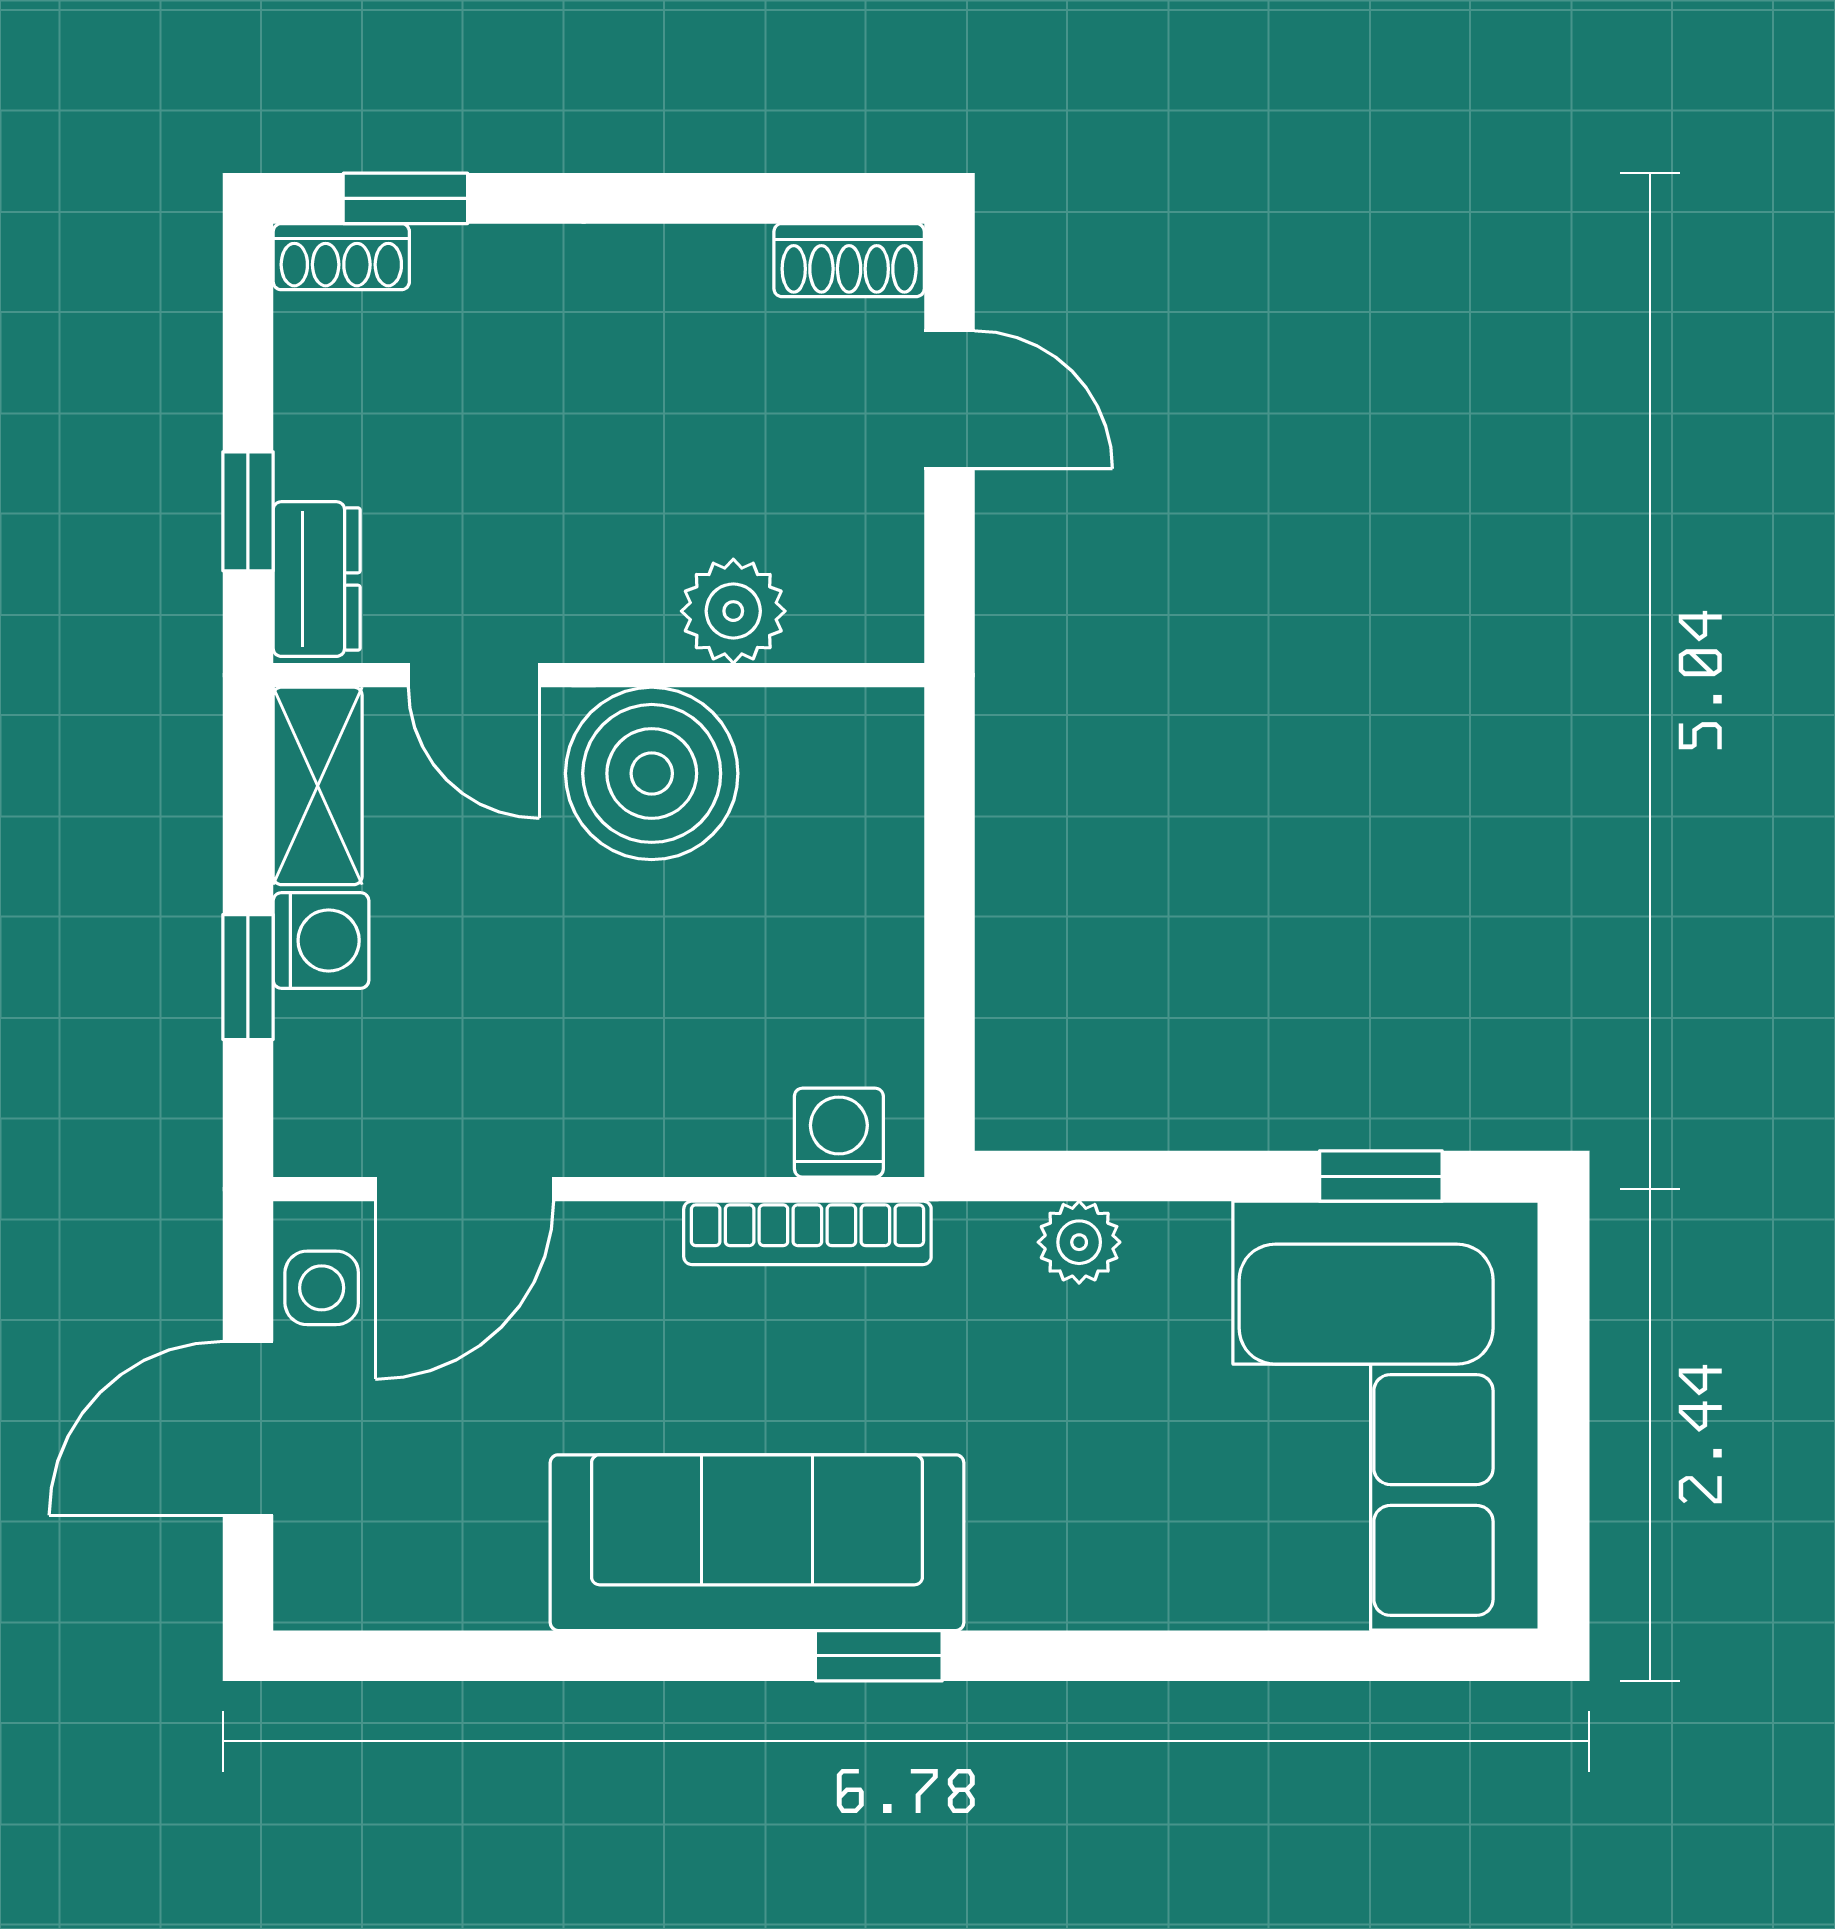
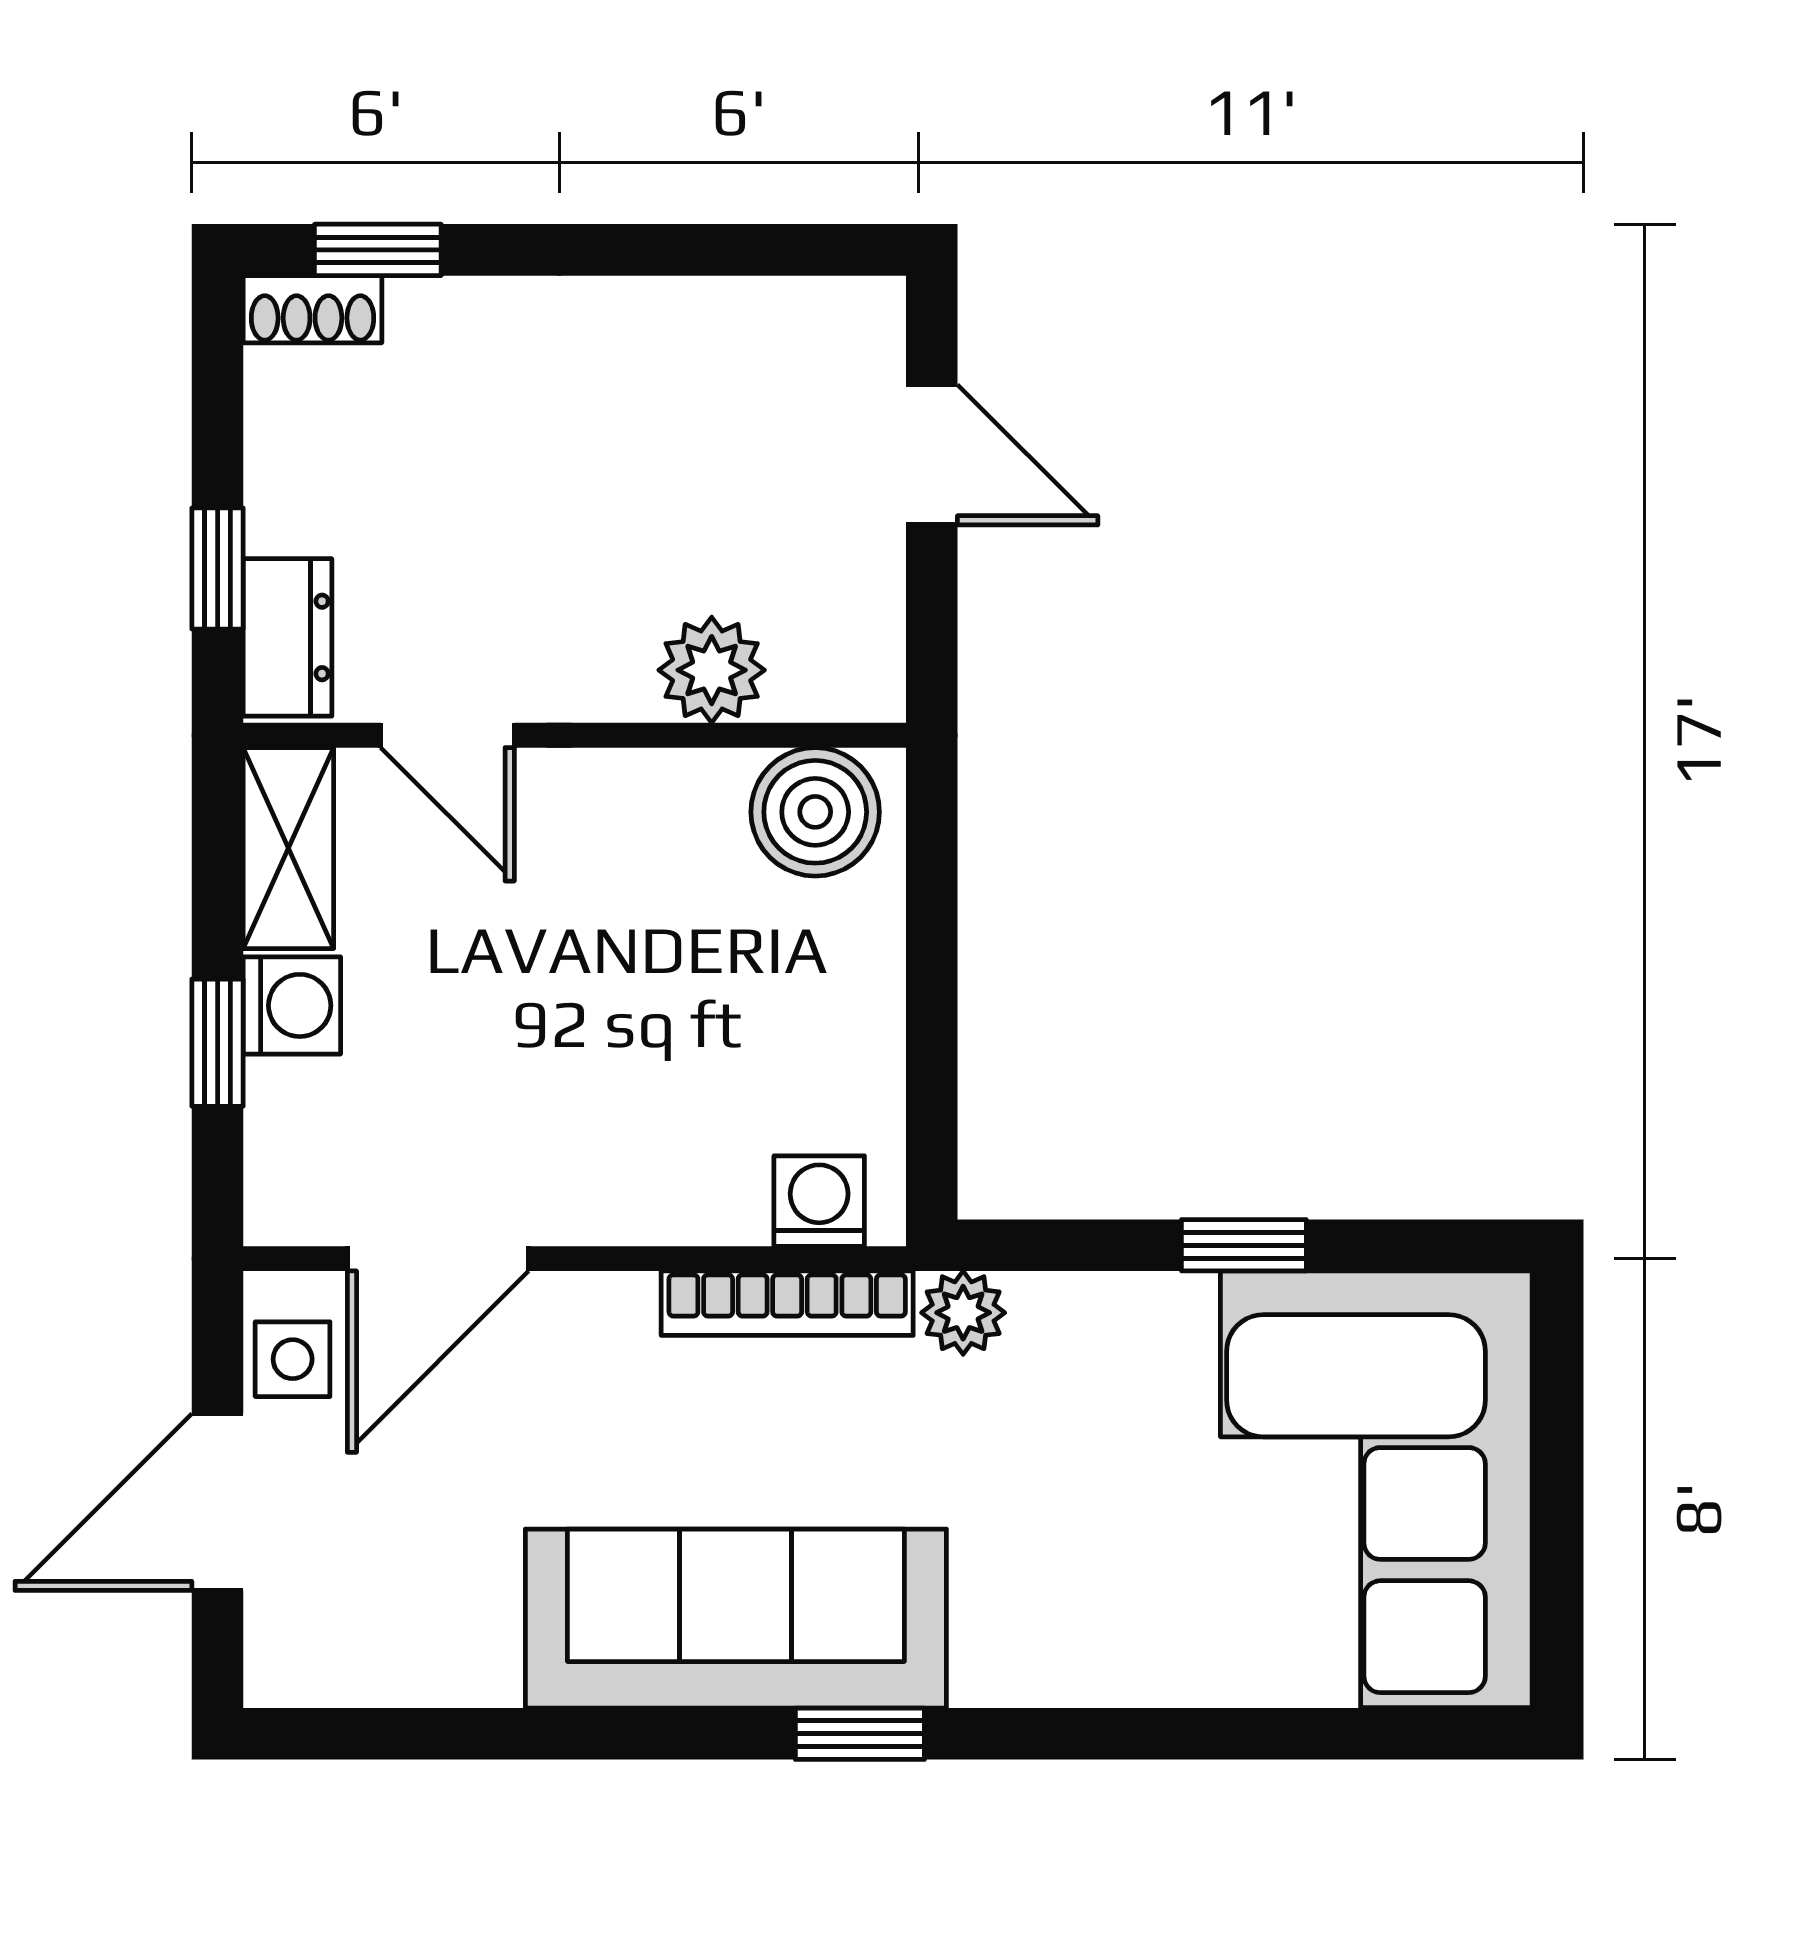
shoe rack: (849, 260) -> (830, 313), removed
boiler: (652, 773) -> (815, 812), moved, width x0.73, depth x0.73
window: (1381, 1176) -> (1244, 1245), moved
plant: (1079, 1242) -> (963, 1313), moved

